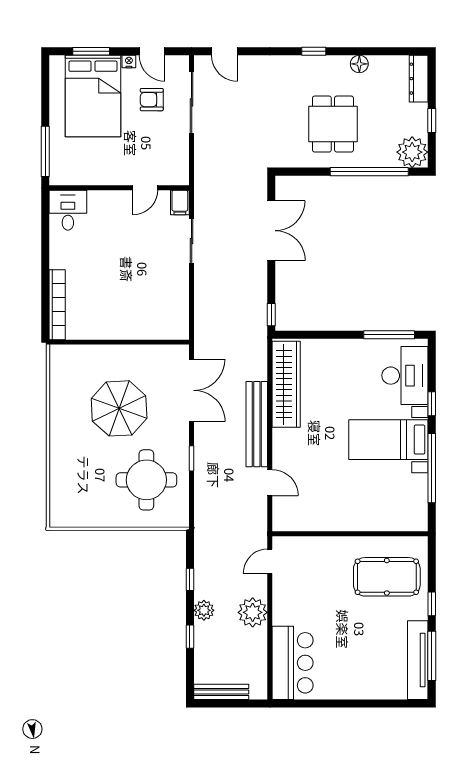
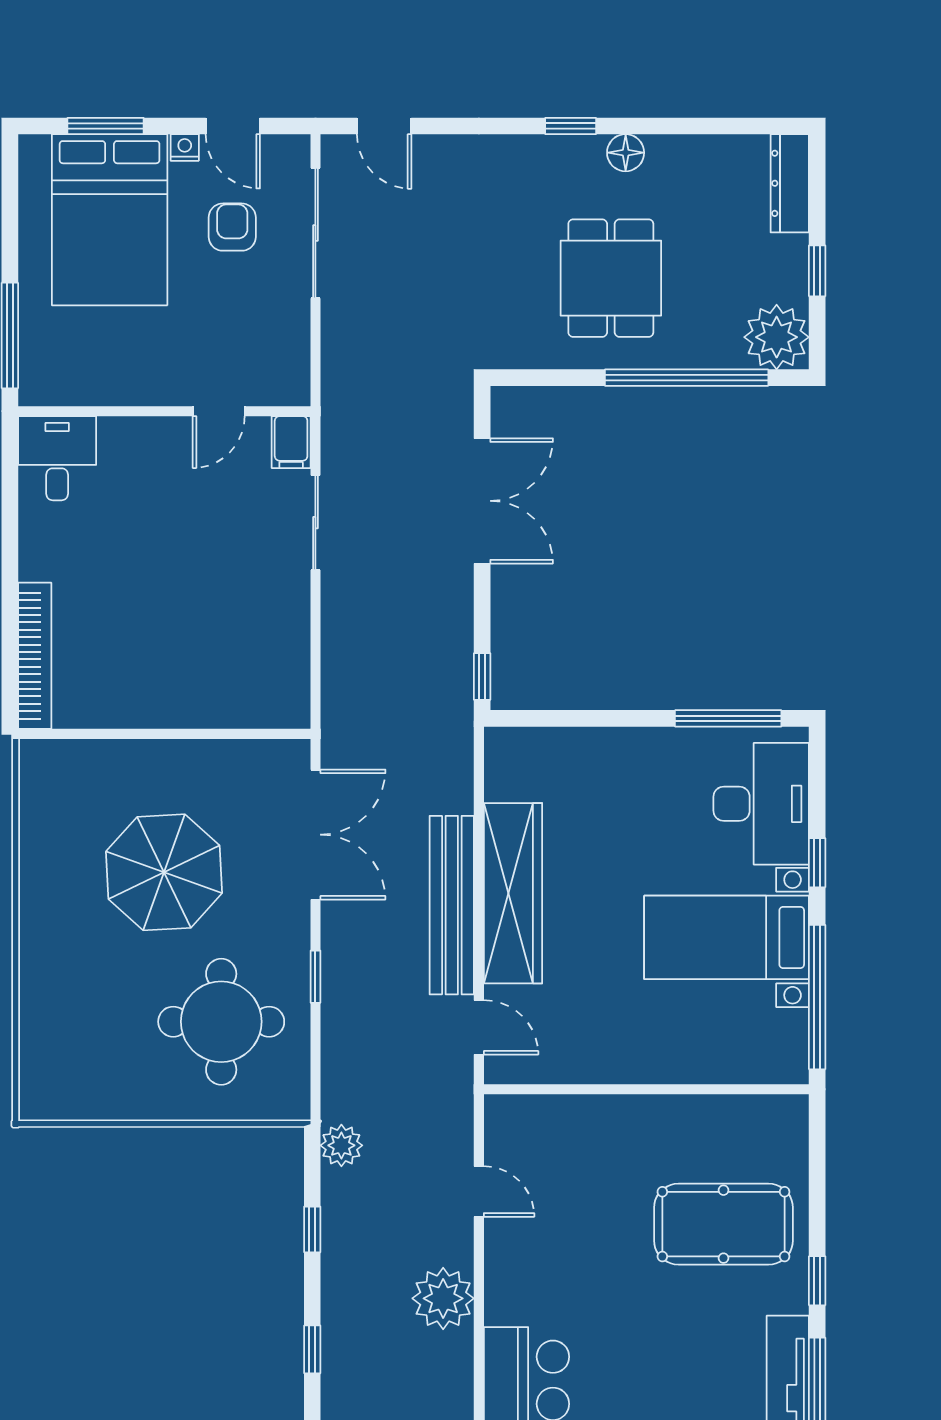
floor lamp: (359, 64) -> (626, 153), moved
armchair: (152, 100) -> (232, 227), turned 90
wardrobe: (286, 384) -> (513, 893), moved
wall: (350, 534) -> (646, 1089), moved
door: (270, 561) -> (479, 1191), swing flipped
plant: (204, 610) -> (341, 1145), moved

